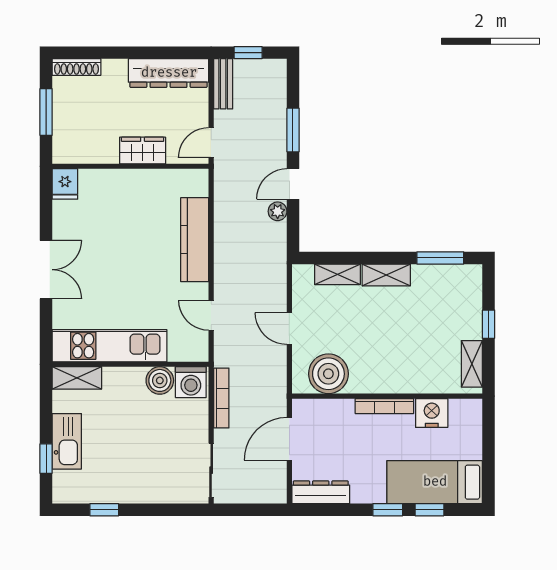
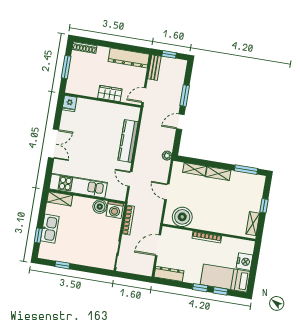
plant: (278, 211) -> (167, 156), moved
nightstand: (432, 413) -> (245, 262), moved, turned 90

